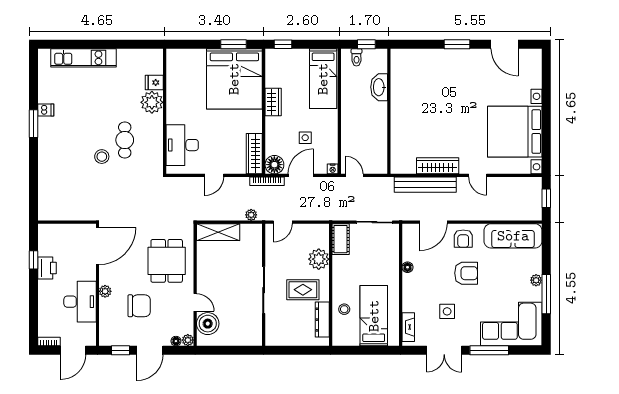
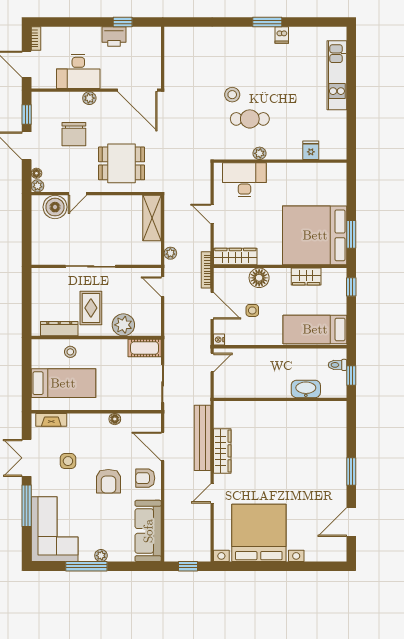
plant: (152, 102) -> (260, 153), moved, width x0.53, depth x0.53
wardrobe: (273, 102) -> (306, 276), moved
floor lamp: (274, 165) -> (259, 278), moved

